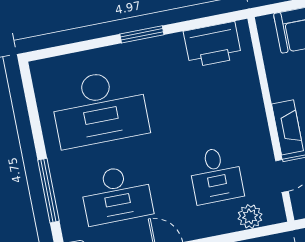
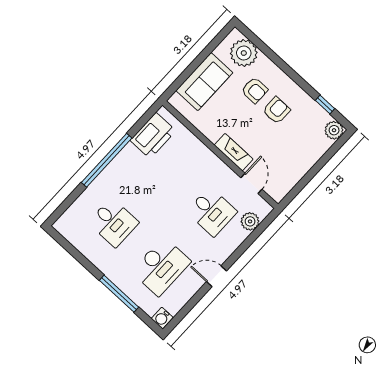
window: (142, 34) -> (107, 160), width x2.11
desk: (100, 108) -> (113, 223), width x0.53, depth x0.77

